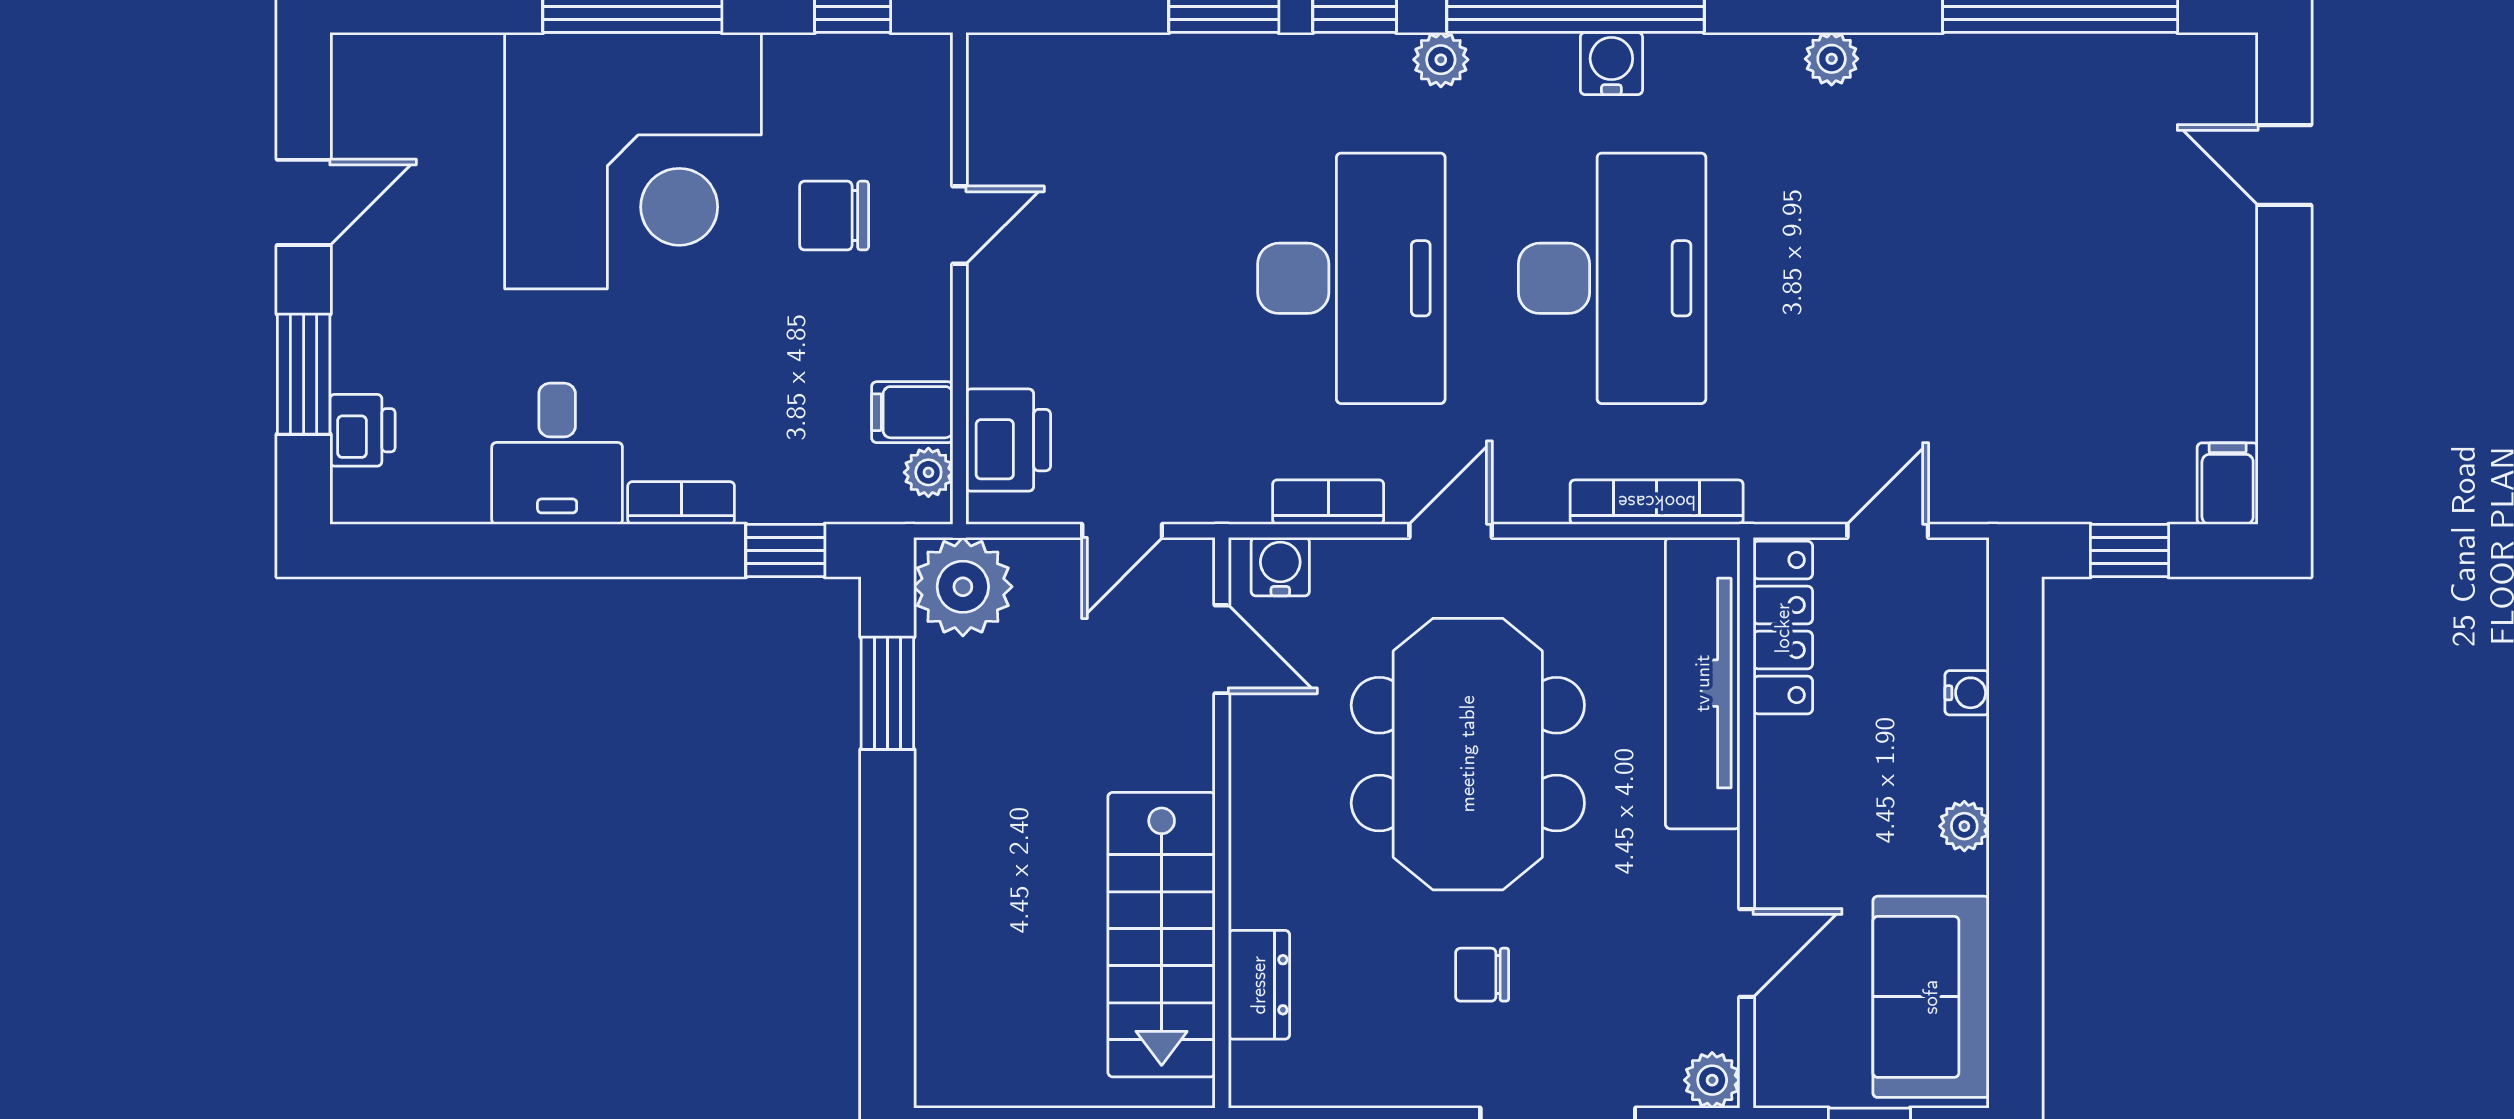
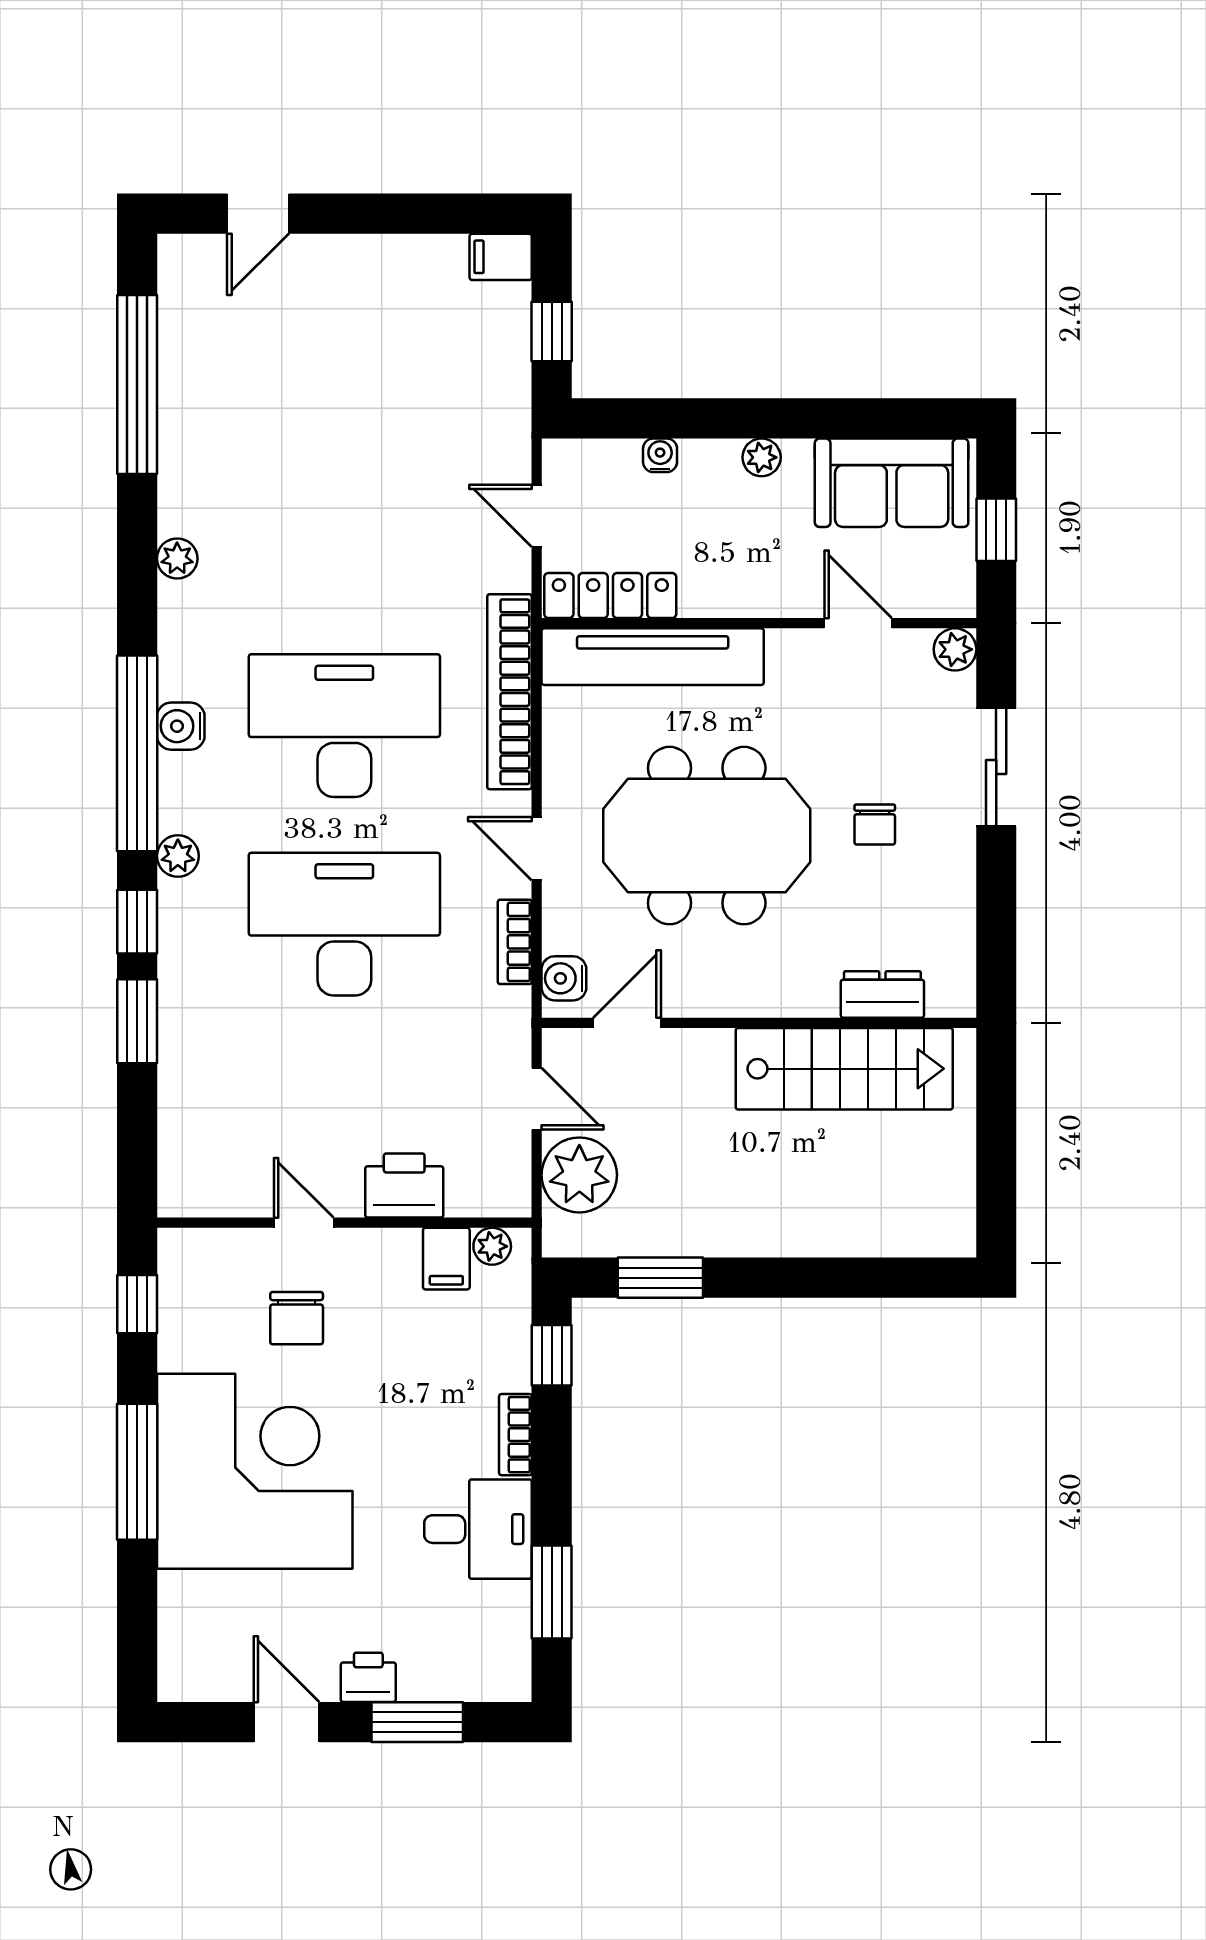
printer: (362, 430) -> (368, 1677), moved
printer: (1008, 440) -> (404, 1185), moved
bookcase: (1657, 502) -> (510, 692), width x1.48, depth x1.31
window: (474, 551) -> (552, 1592), added
plant: (963, 587) -> (579, 1175), moved

